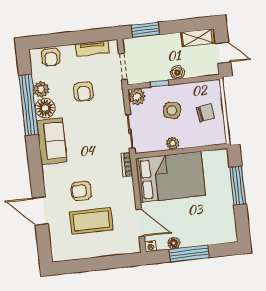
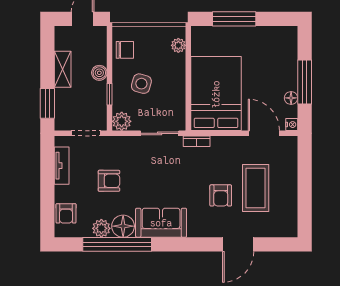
shelving: (197, 38) -> (63, 69), moved
armchair: (51, 57) -> (66, 213), turned 90
chair: (205, 113) -> (125, 50), moved, turned 98
plant: (173, 143) -> (178, 45), moved
door: (140, 223) -> (264, 133), hinge flipped

